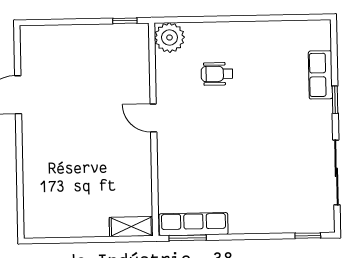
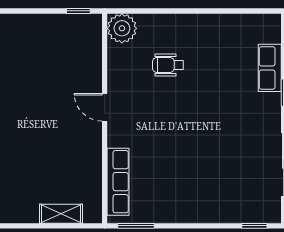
row of seats: (194, 224) -> (118, 182), moved, turned 90
shelving: (131, 227) -> (61, 214), moved

